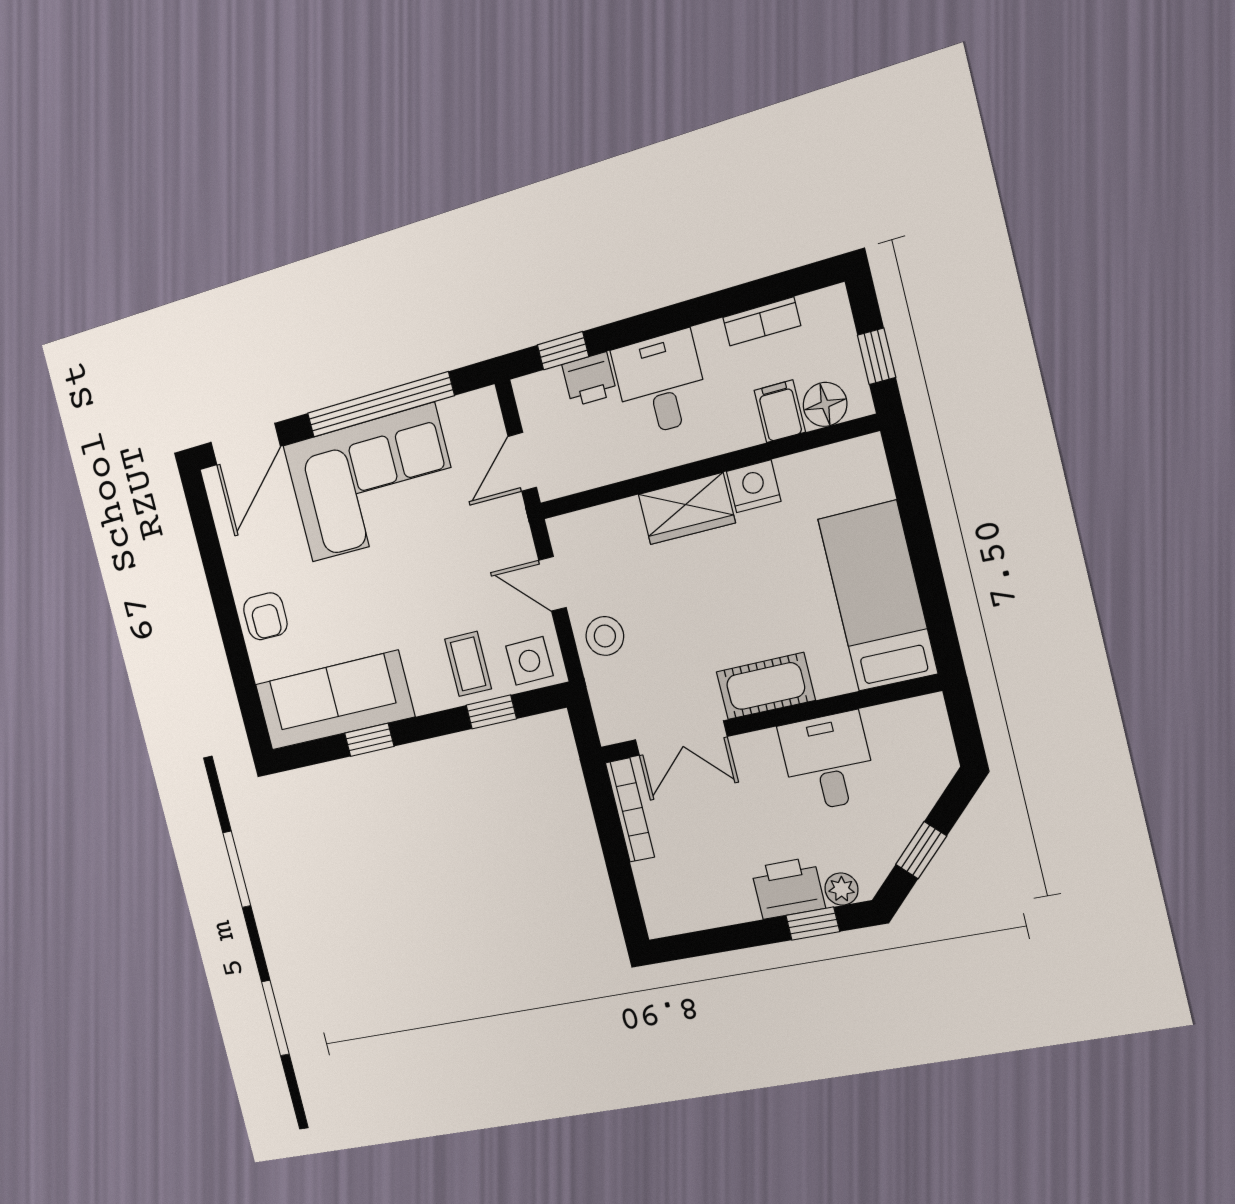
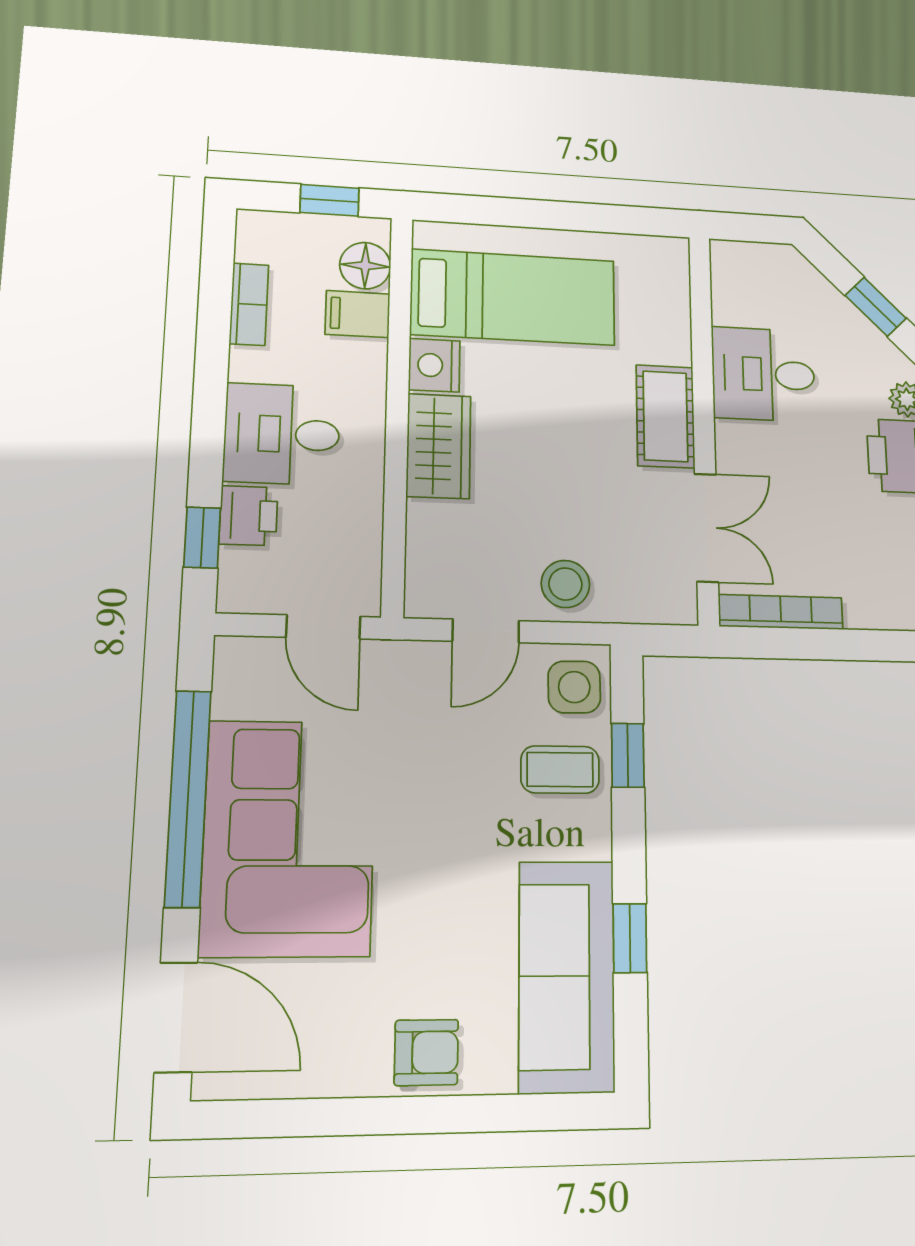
bed: (878, 596) -> (513, 297), moved, turned 180

